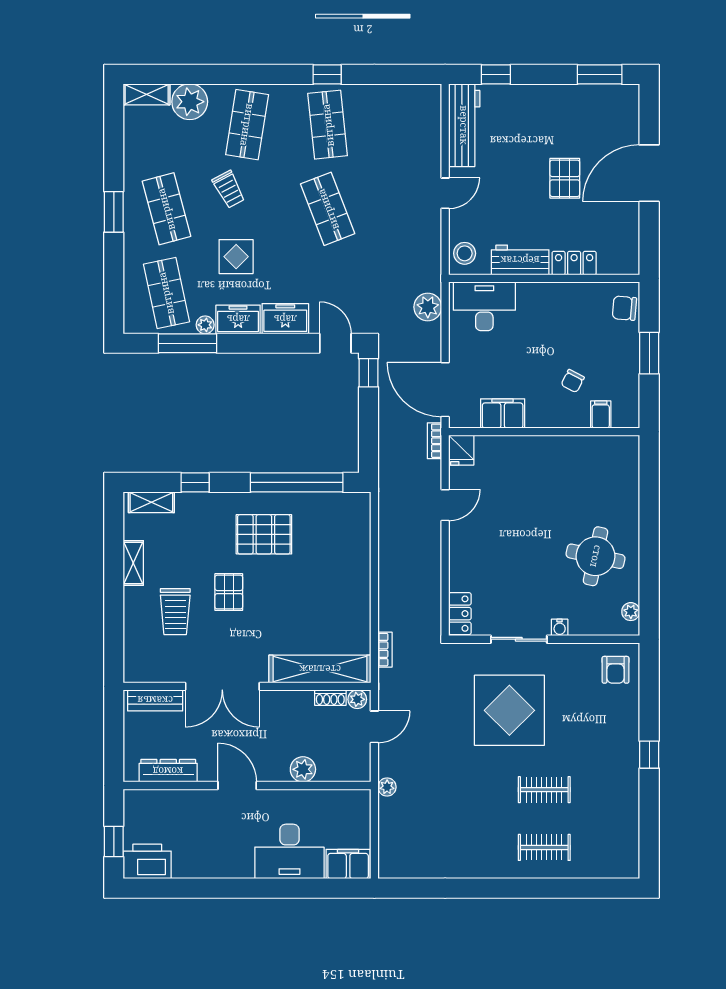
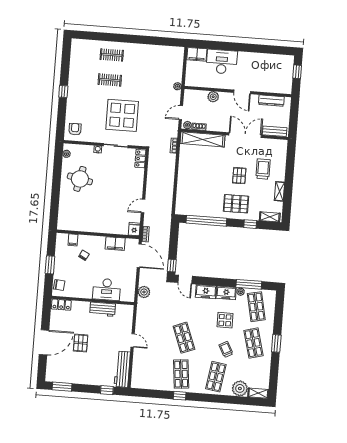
door: (445, 193) -> (133, 340), swing flipped
stool: (465, 253) -> (126, 314), removed
locker: (574, 263) -> (61, 305), moved
desk: (484, 306) -> (107, 289), moved
pallet: (264, 534) -> (236, 204), moved
printer: (147, 861) -> (283, 62), removed

